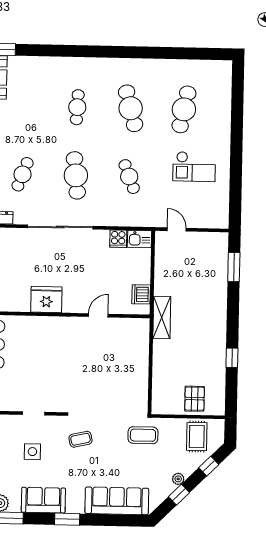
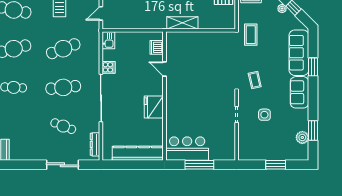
cafe table: (129, 177) -> (63, 49), width x1.37, depth x1.35
cooker: (118, 239) -> (109, 67), moved
dishwasher: (141, 294) -> (157, 47), moved, turned 90
shelving: (162, 317) -> (182, 23), moved
sofa: (43, 500) -> (299, 92), moved
window: (67, 519) -> (313, 67), moved

